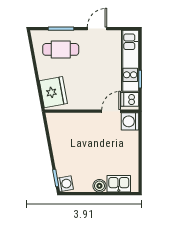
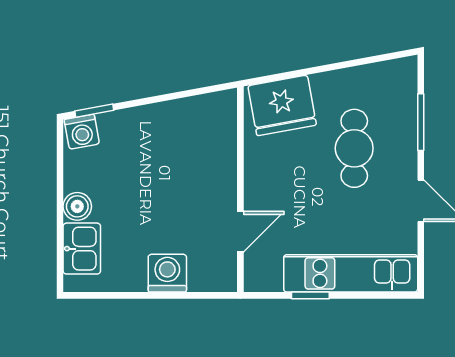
cafe table: (61, 49) -> (354, 148), moved
dishwasher: (130, 99) -> (266, 273), removed
door: (111, 111) -> (240, 232), hinge flipped
washing machine: (130, 121) -> (167, 273), moved

